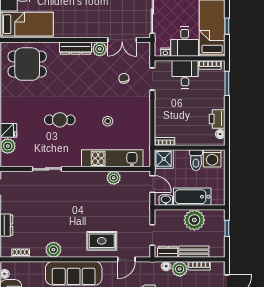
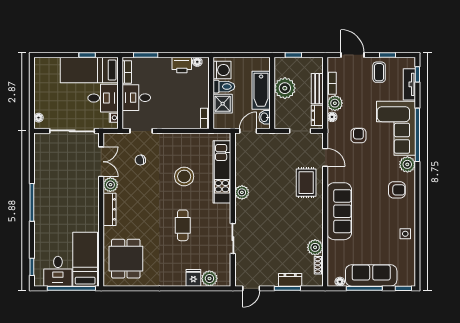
stool: (108, 121) -> (184, 176), width x1.89, depth x1.89
shower: (164, 159) -> (223, 104), moved
plant: (114, 178) -> (242, 192), moved
plant: (53, 250) -> (315, 247), moved

